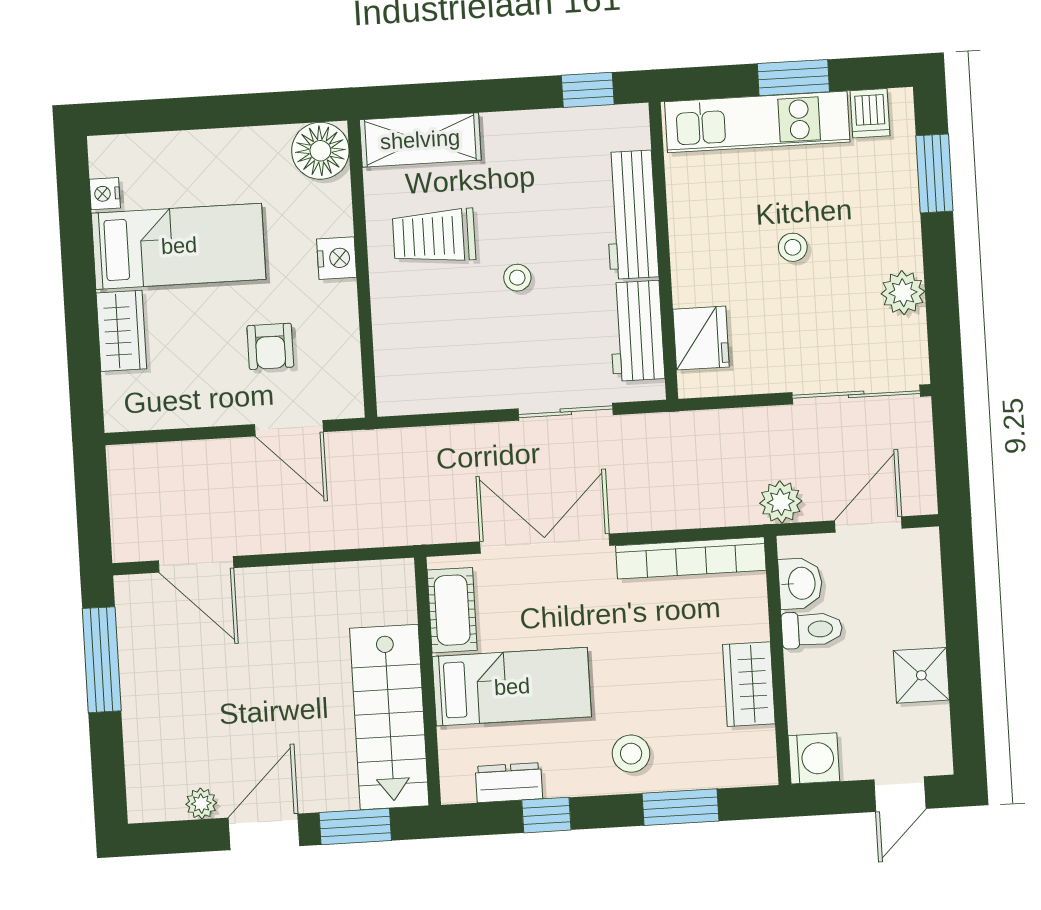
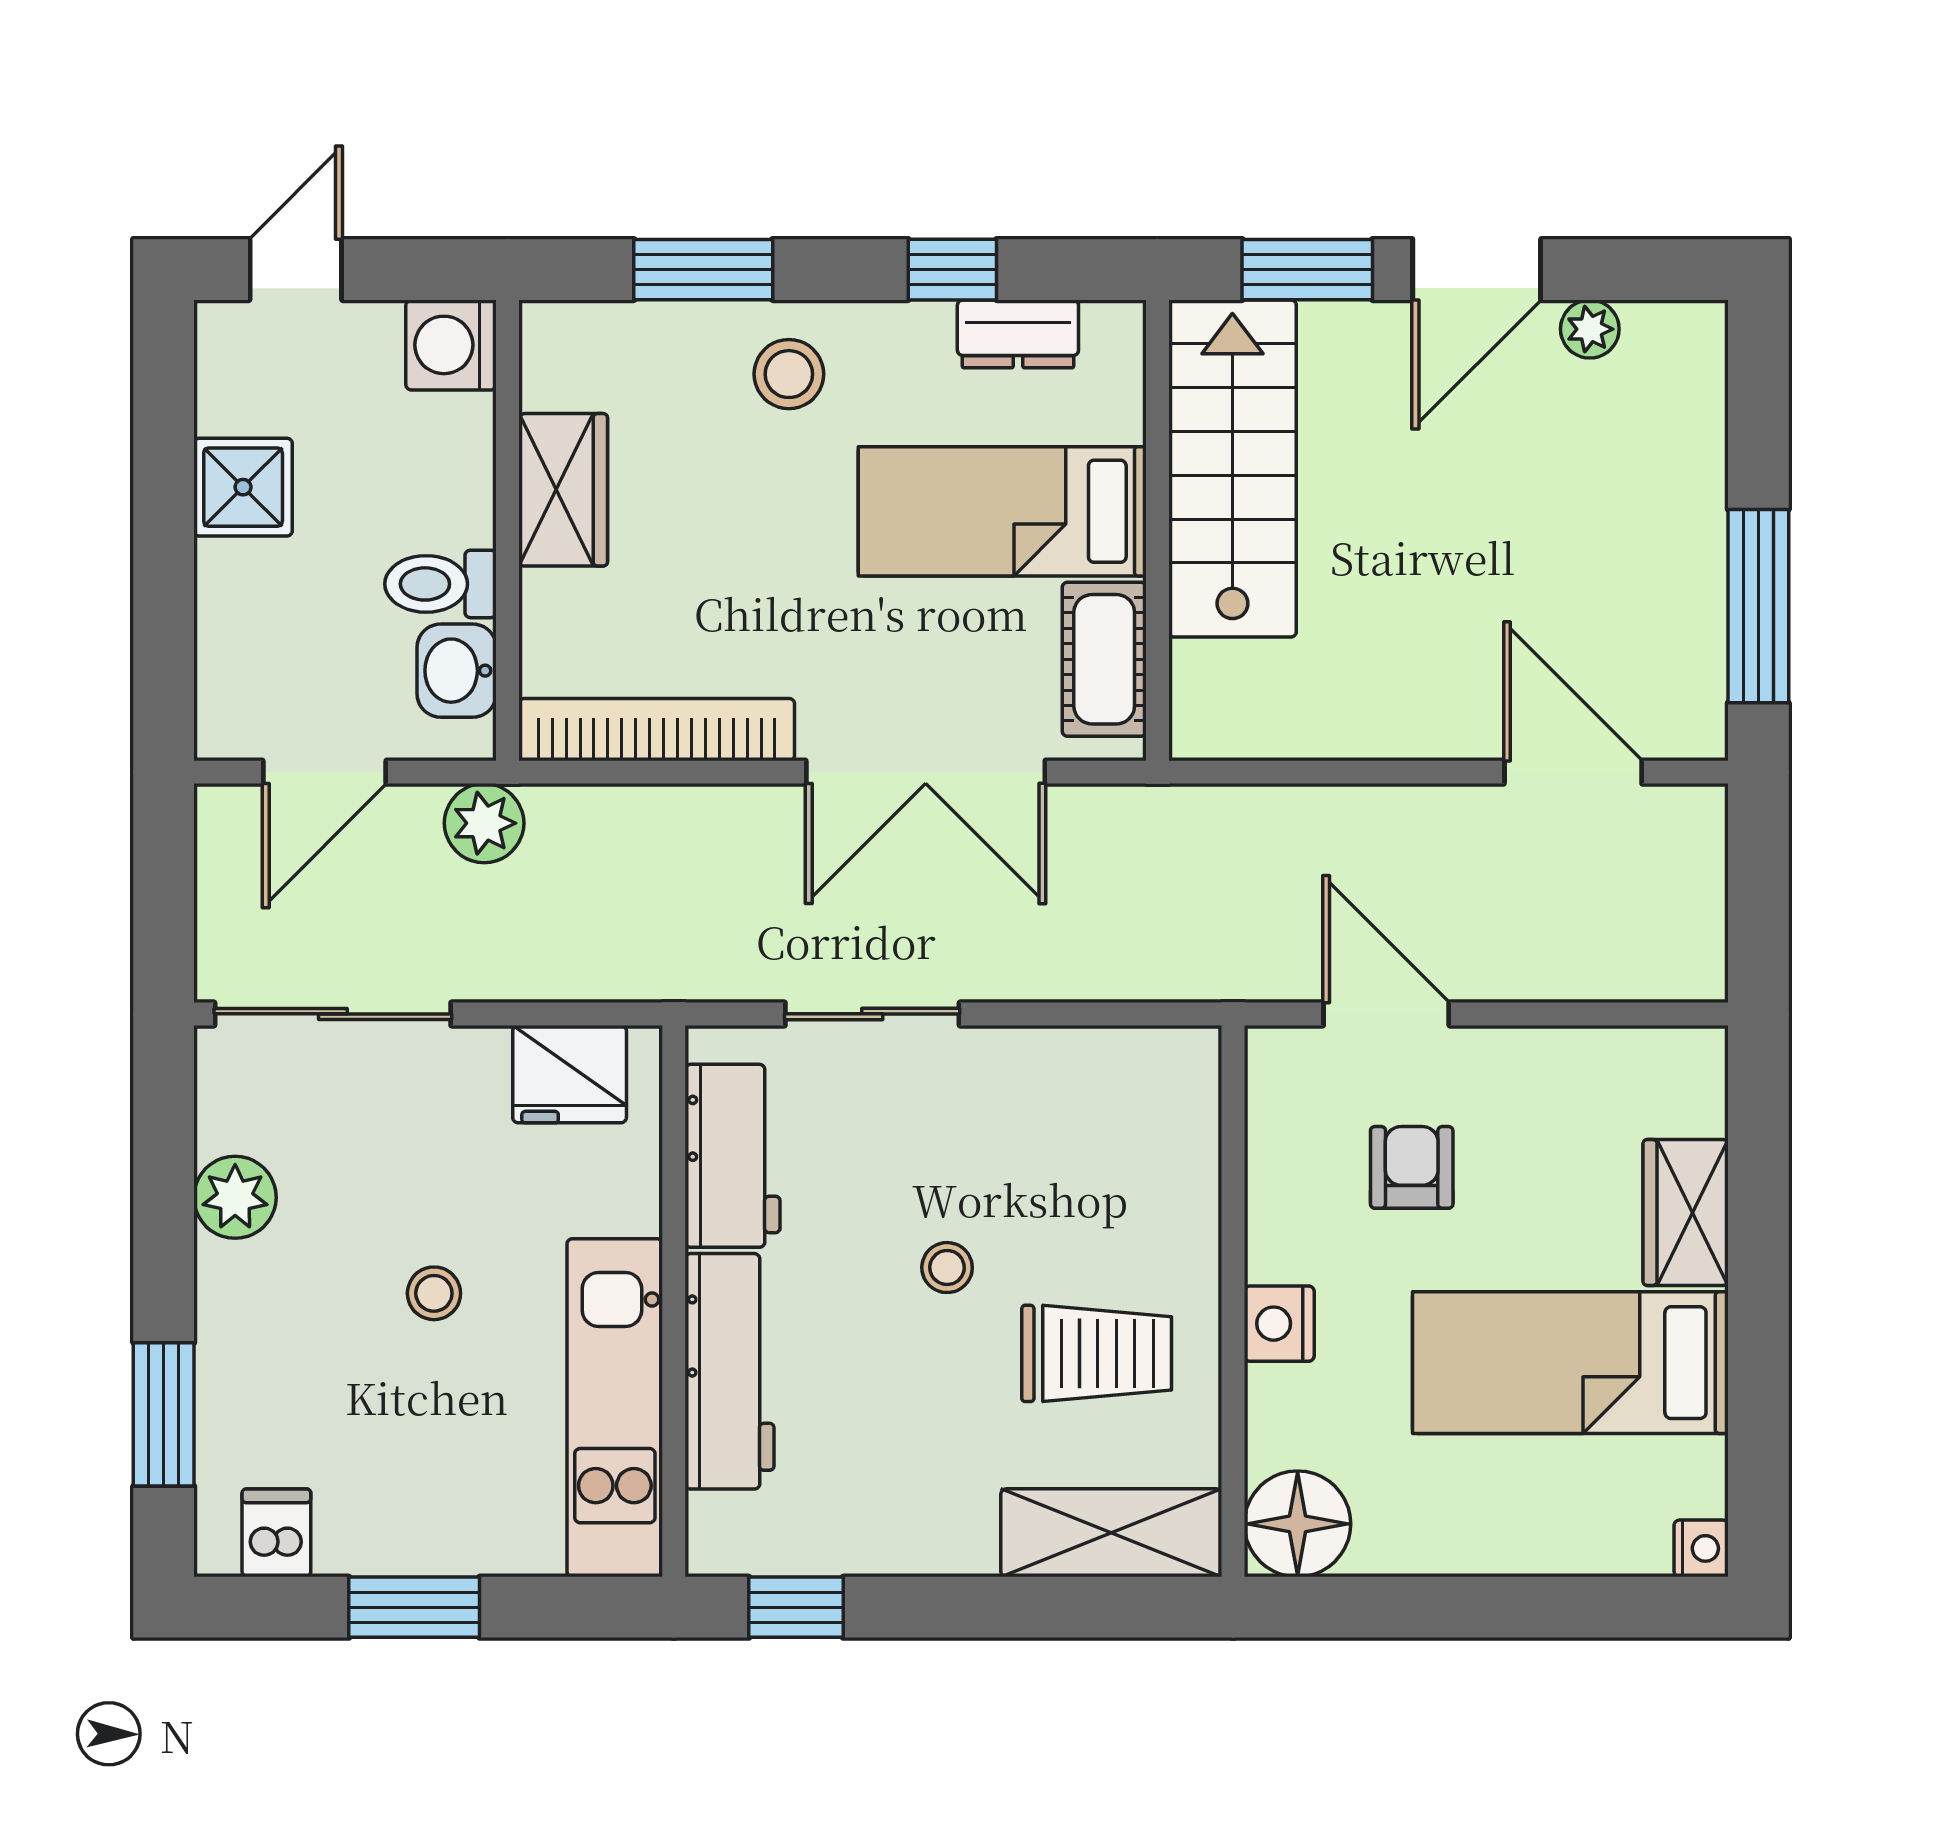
kitchen unit: (757, 122) -> (615, 1408), moved, turned -90
nightstand: (105, 194) -> (1701, 1548), moved
fridge: (701, 338) -> (570, 1074), moved, turned -90

